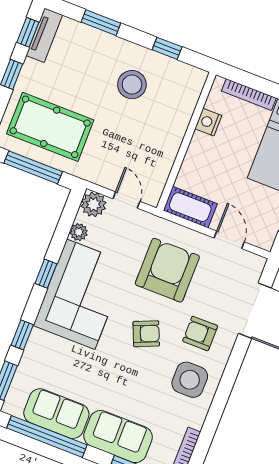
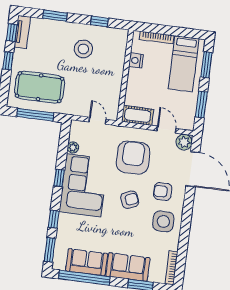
plant: (93, 204) -> (184, 142), moved

